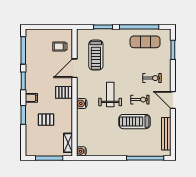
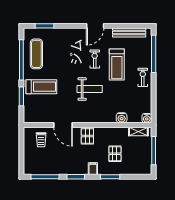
treadmill: (96, 55) -> (41, 87), moved
exercise bike: (152, 78) -> (143, 77), moved
weight bench: (110, 95) -> (90, 89), turned 180
water cooler: (82, 103) -> (122, 118), moved

